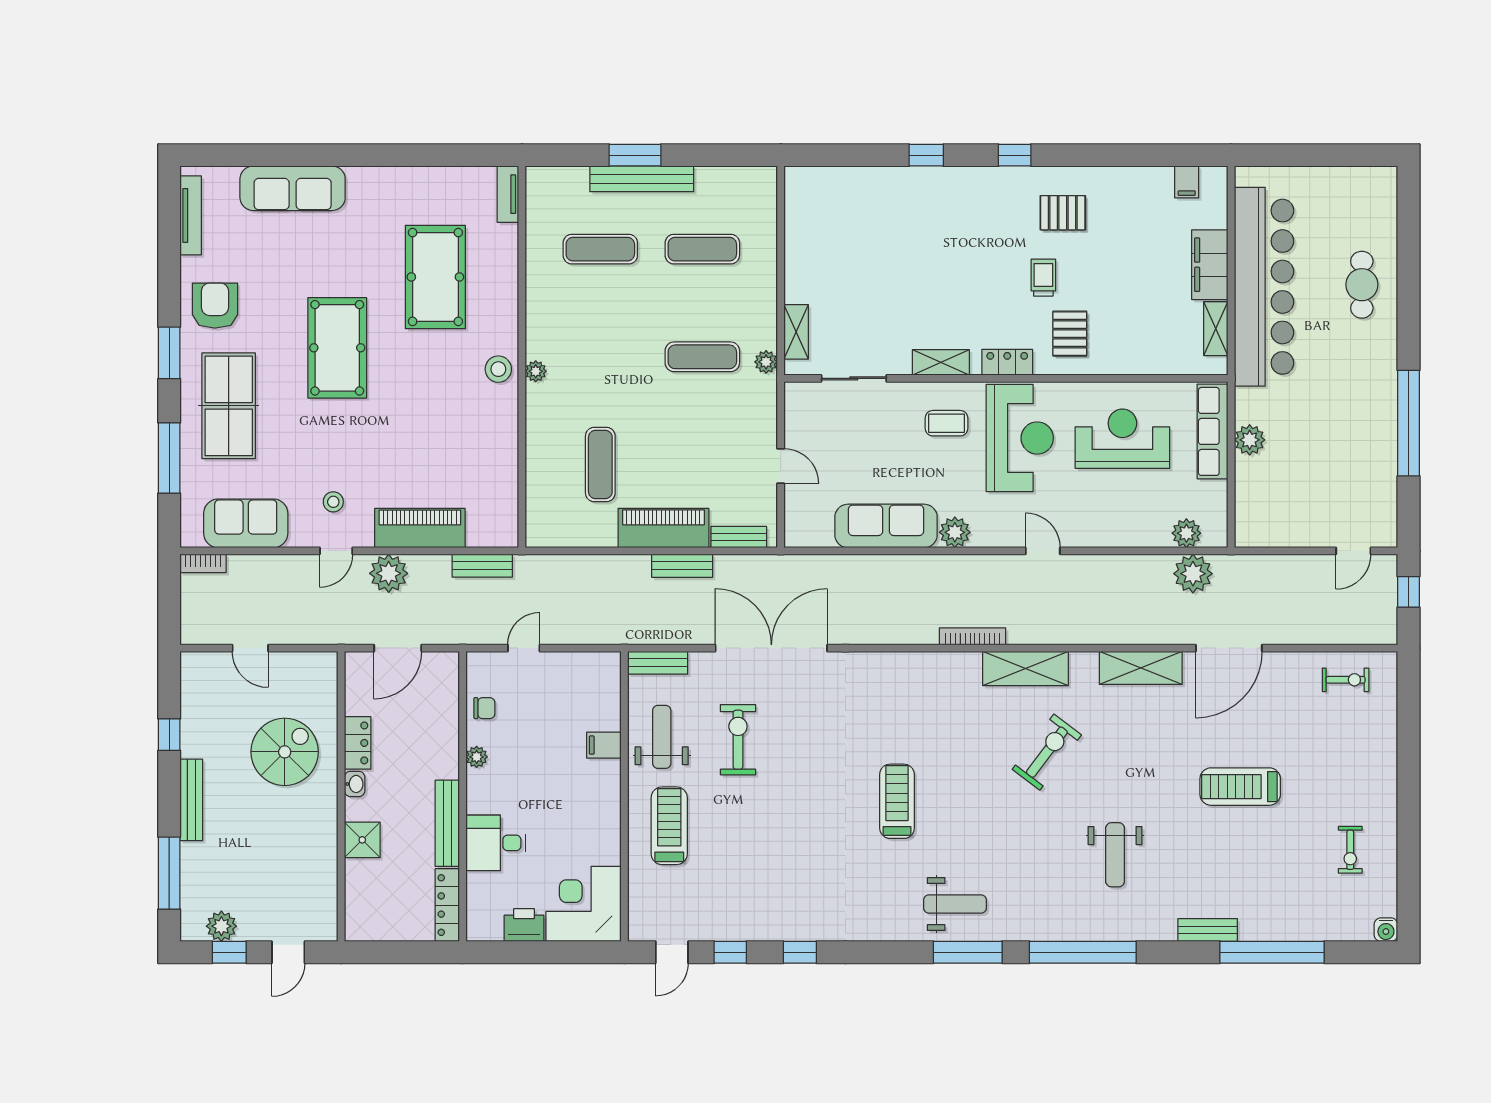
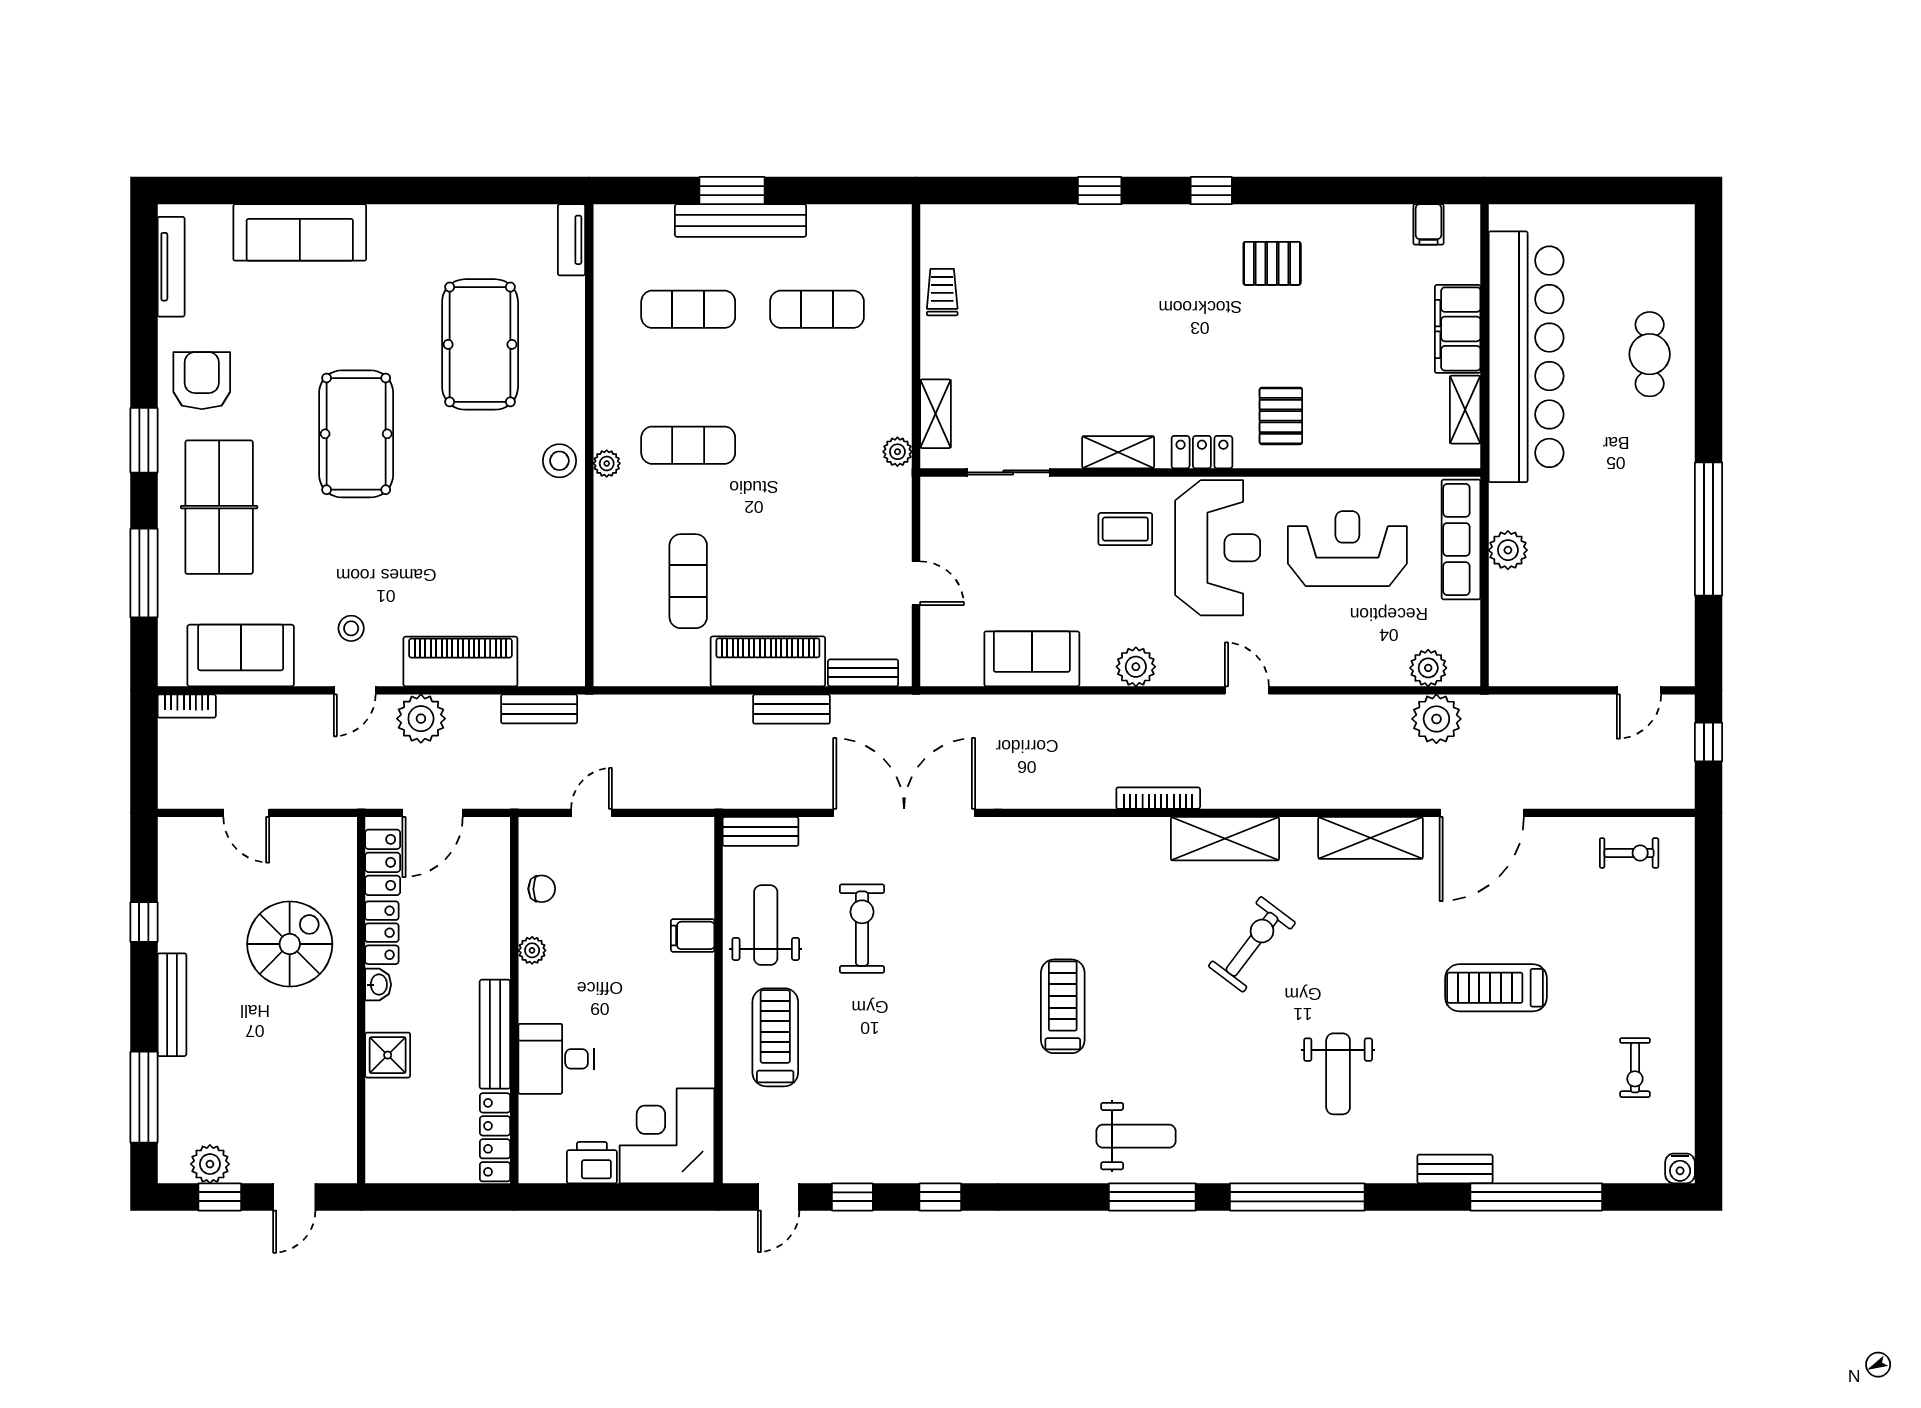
trolley: (1043, 278) -> (942, 292), moved
exercise mat: (702, 357) -> (688, 445), moved
sofa: (886, 526) -> (1032, 659), width x0.73
locker: (358, 687) -> (383, 862), added

